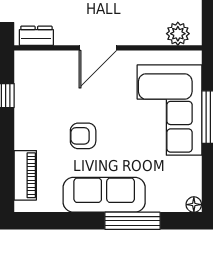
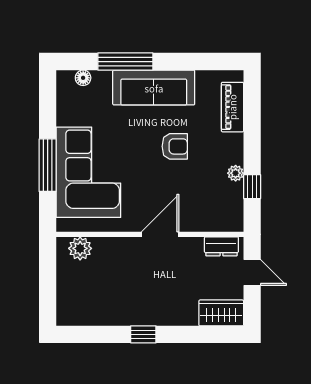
plant: (22, 109) -> (236, 173), added
floor lamp: (194, 205) -> (83, 78), moved

